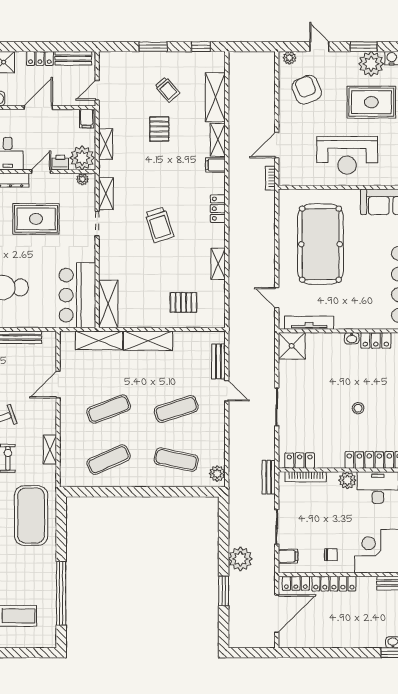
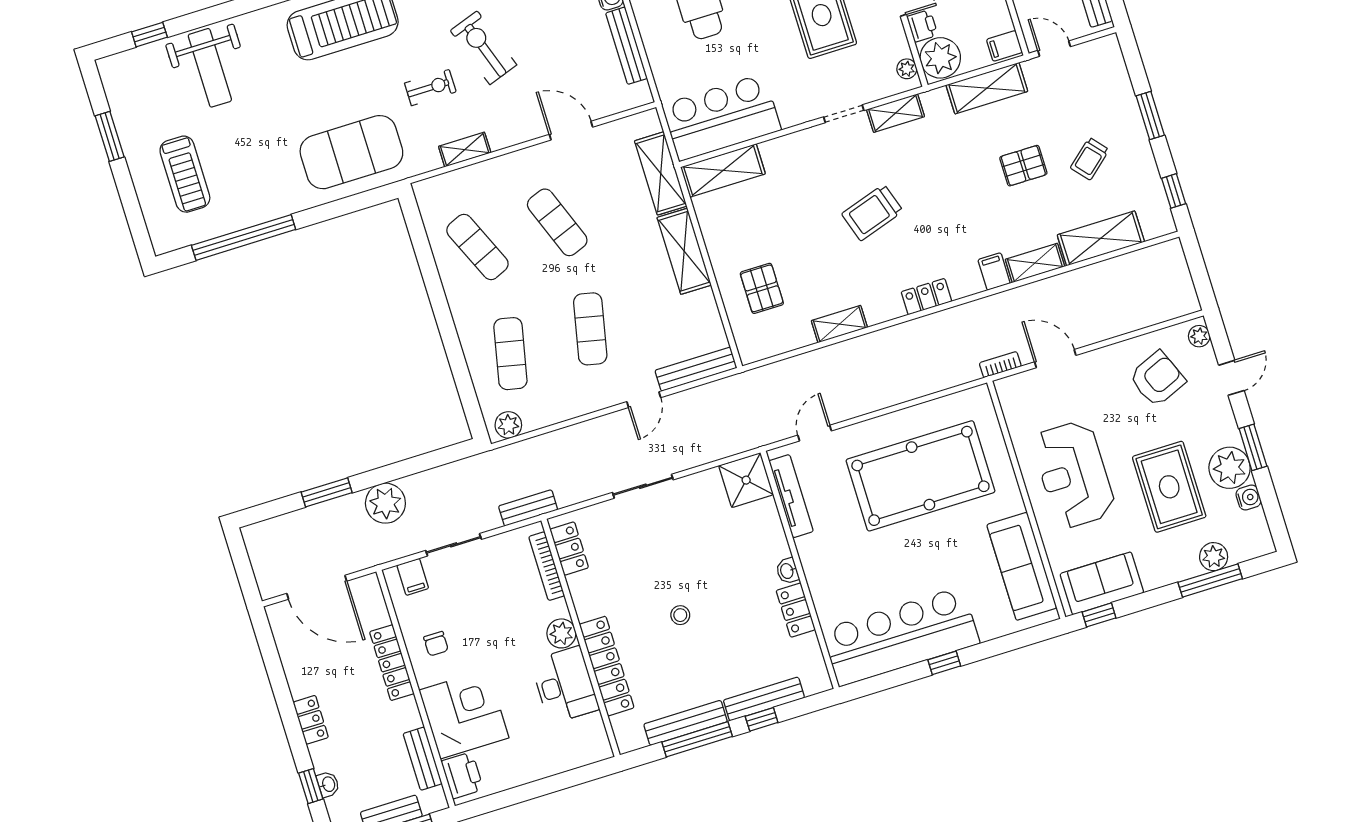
shelving: (106, 144) -> (987, 88), width x1.50, depth x1.33
bench: (218, 362) -> (696, 369), width x1.36
exercise mat: (176, 409) -> (590, 329), turned 30
locker: (296, 583) -> (311, 720), moved, turned 180

